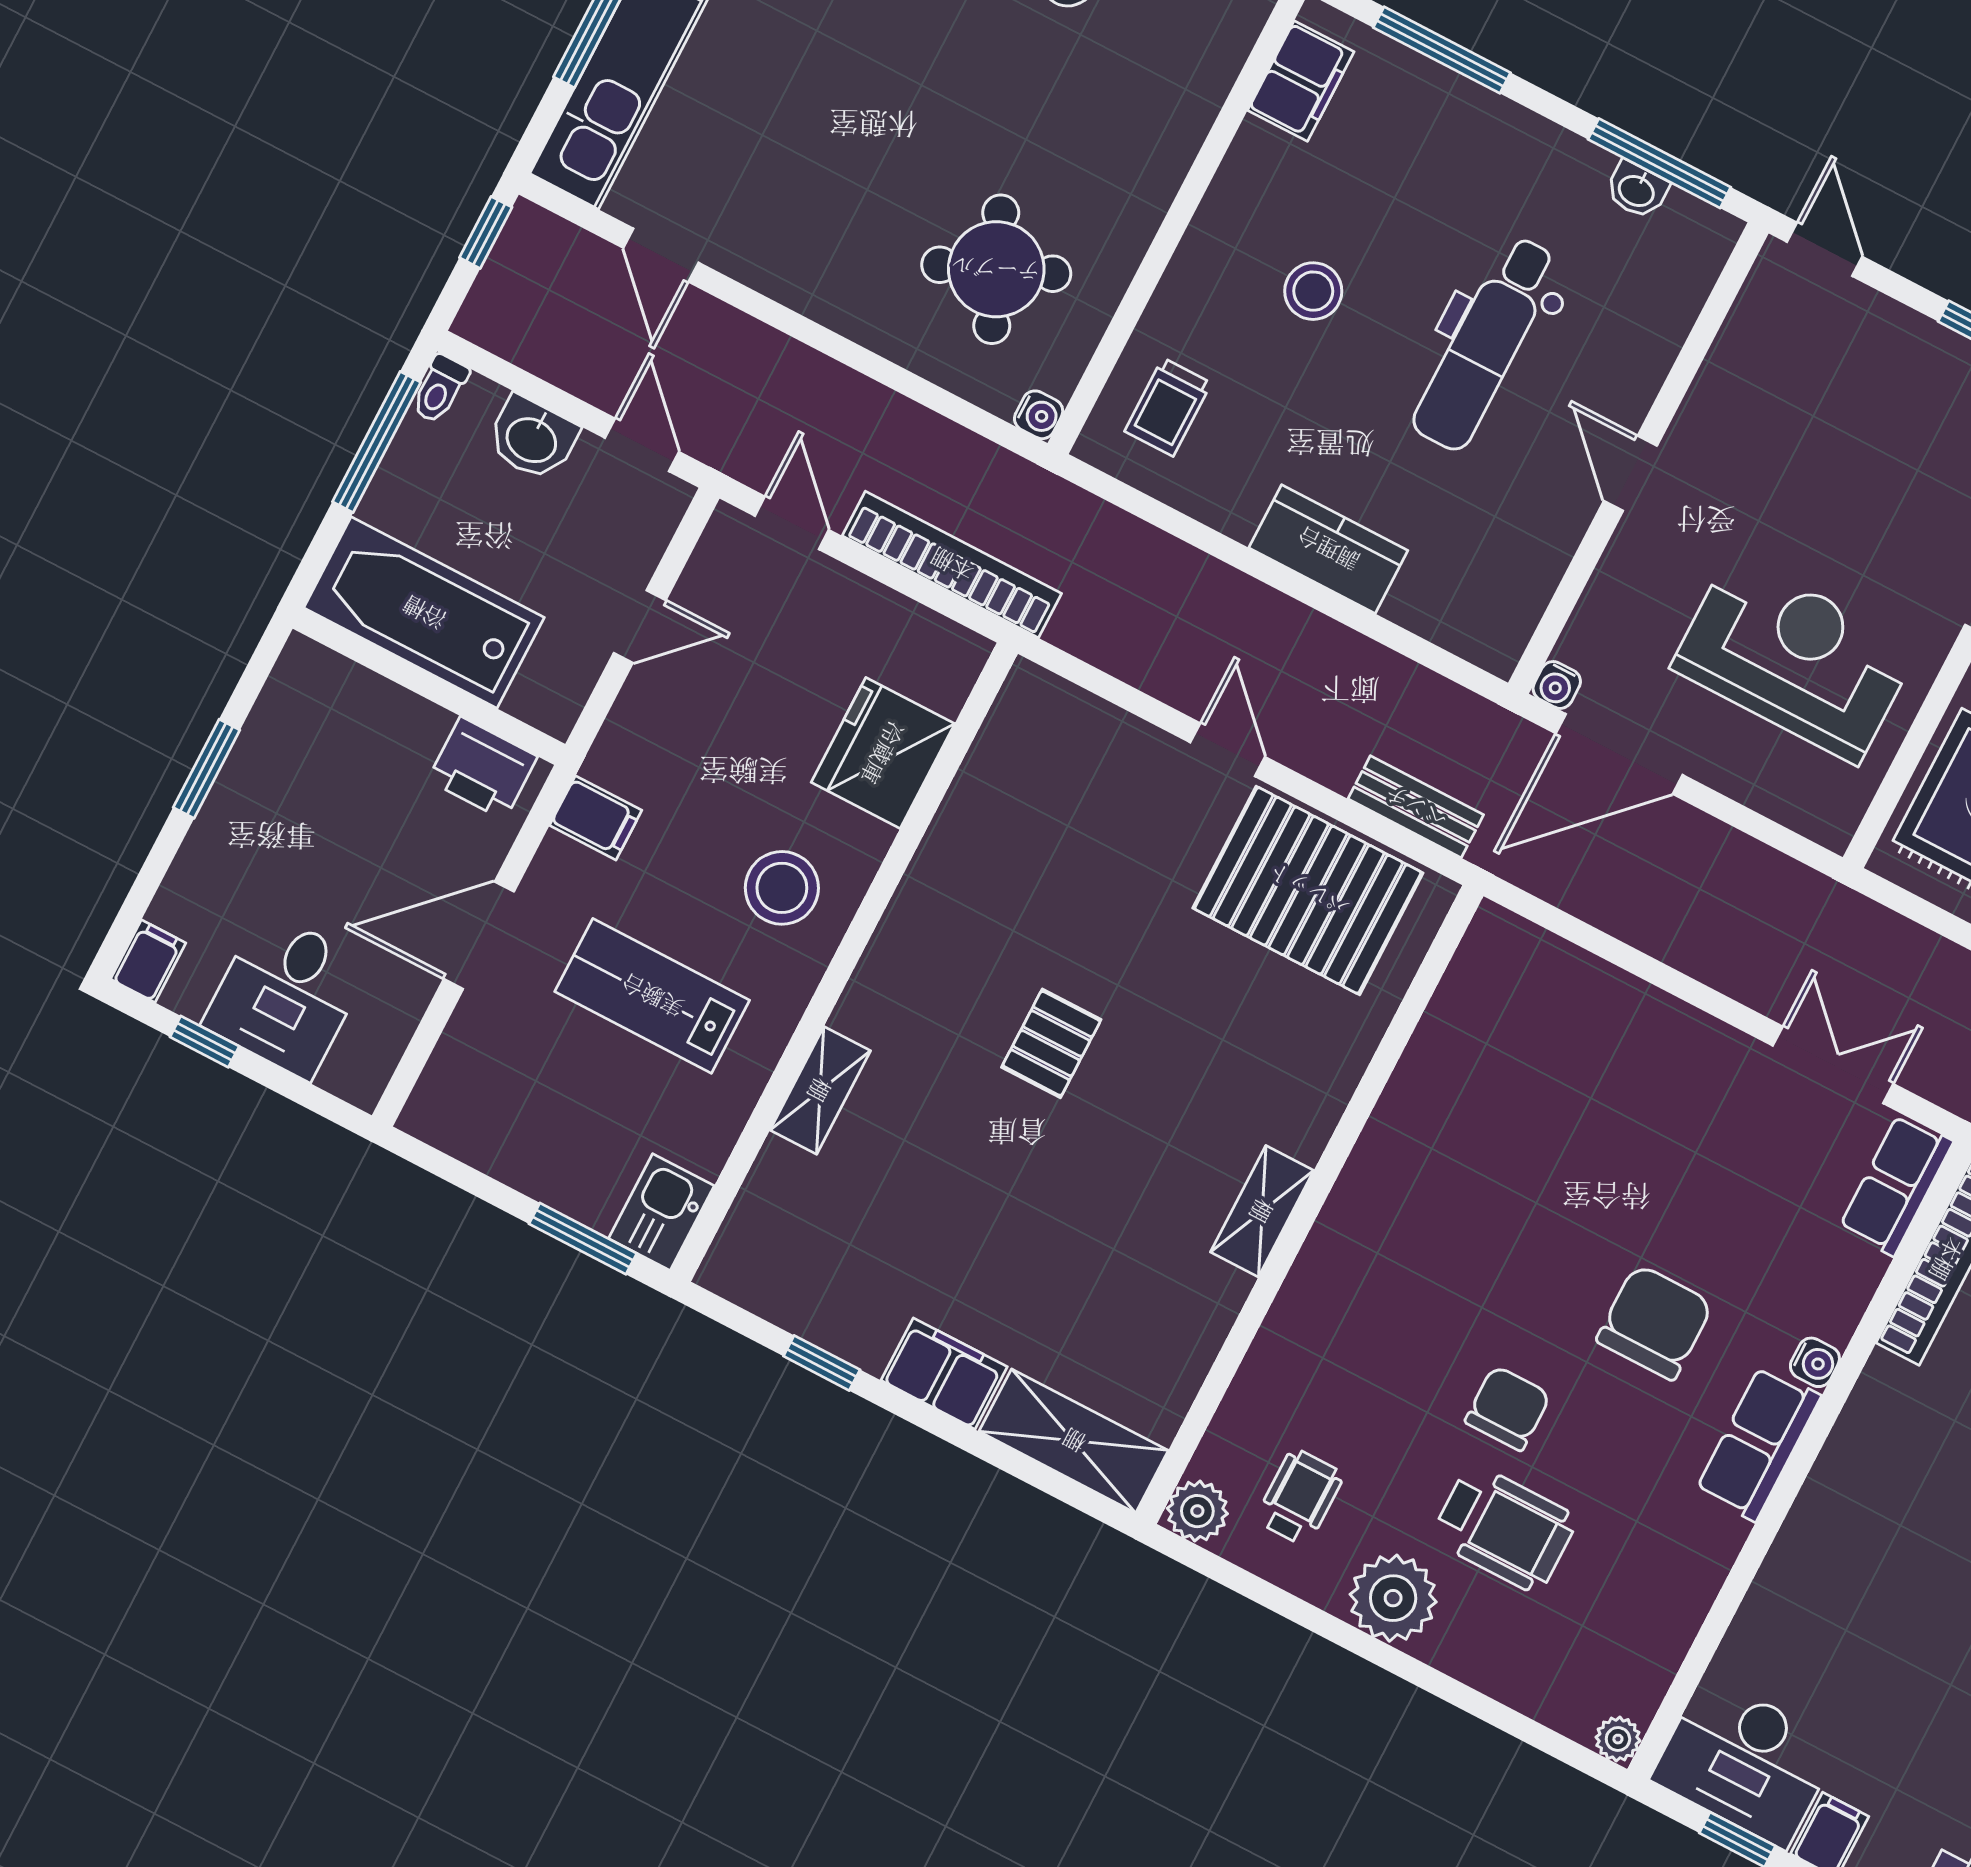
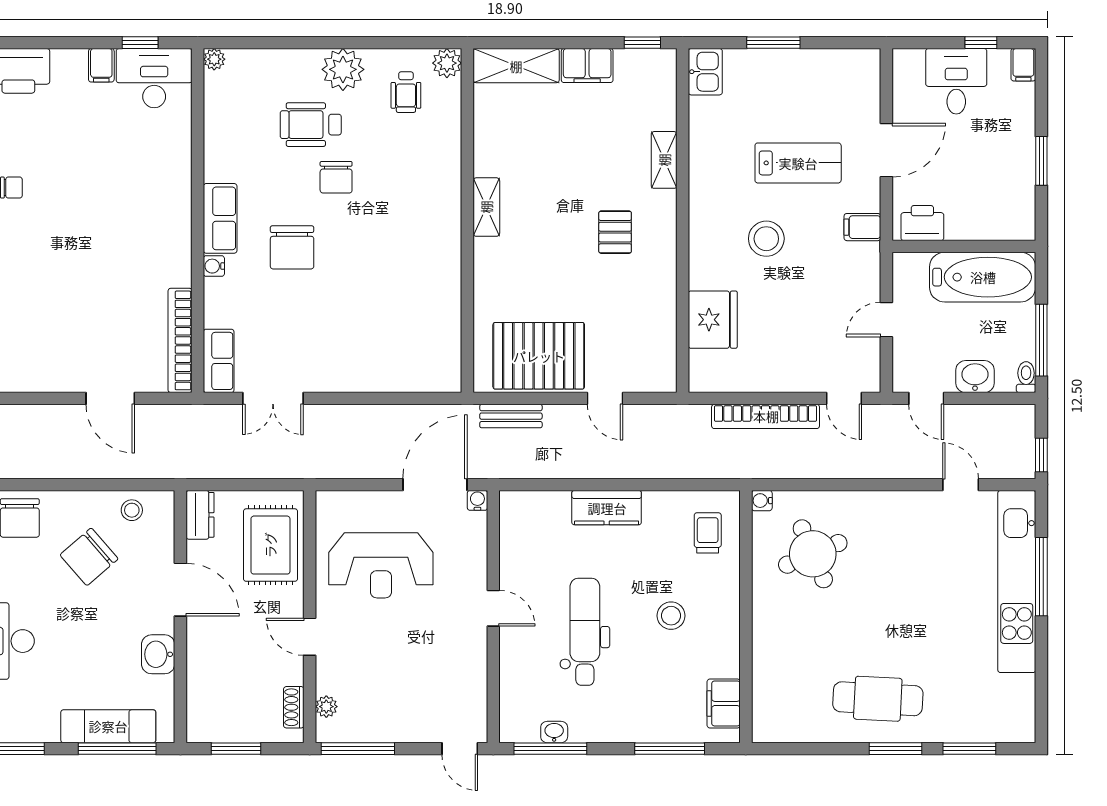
fridge: (883, 753) -> (713, 320), moved
wall: (844, 962) -> (683, 221), moved
shelving: (820, 1090) -> (664, 160), moved
kitchen sink: (661, 1212) -> (705, 72), moved

